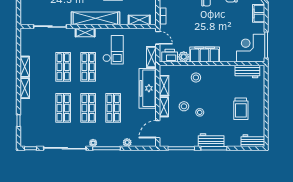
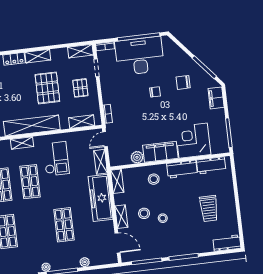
door: (158, 38) -> (105, 139), swing flipped
corner desk: (251, 48) -> (193, 141), moved
printer: (170, 56) -> (121, 158), removed
shelving: (164, 86) -> (117, 181), moved
shop shelf: (88, 108) -> (36, 228), removed
door: (158, 129) -> (117, 243), swing flipped
workbench: (211, 140) -> (182, 169), moved, turned 180

